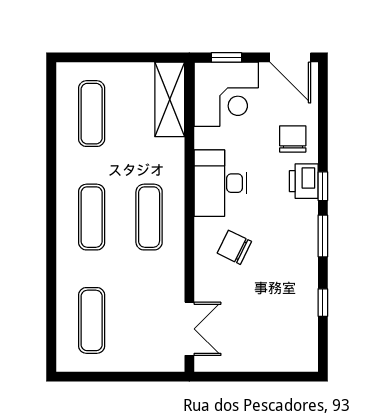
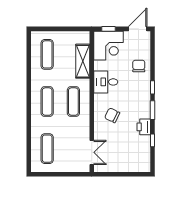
door: (290, 57) -> (138, 29), swing flipped
shelving: (170, 99) -> (83, 61), moved
printer: (304, 181) -> (144, 127), moved
desk: (220, 183) -> (106, 82), width x0.73

